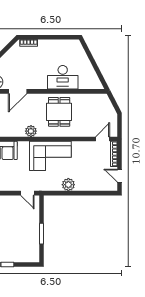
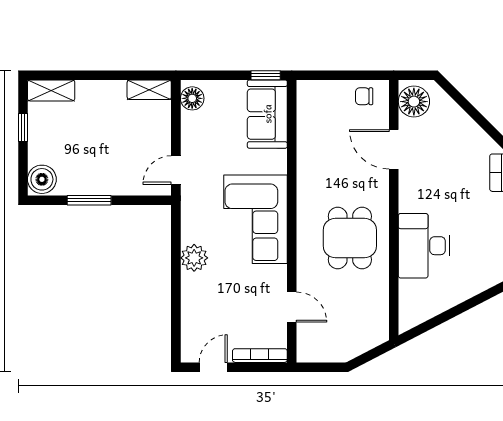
dining table: (59, 112) -> (350, 238), turned 90
plant: (31, 131) -> (309, 178), removed
door: (103, 139) -> (292, 307), moved
boiler: (32, 256) -> (42, 179), added

